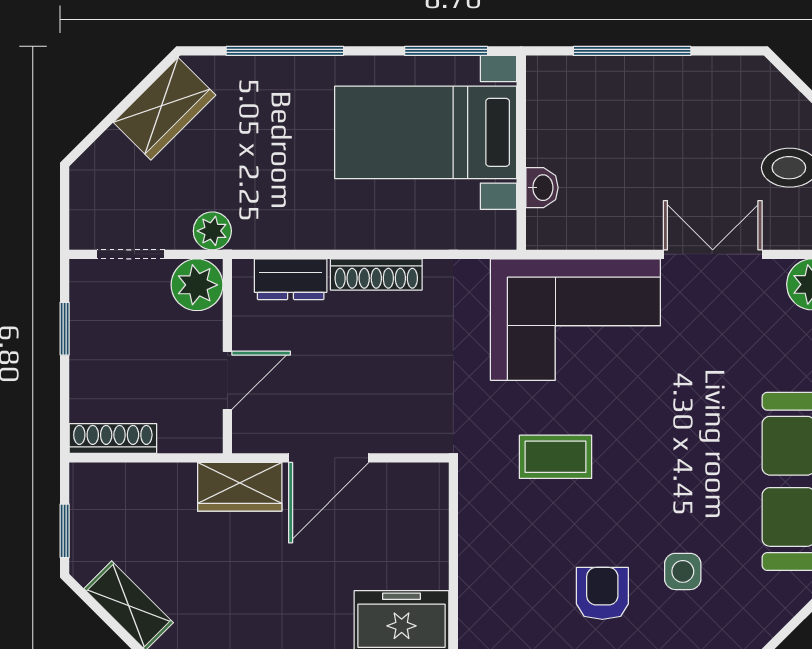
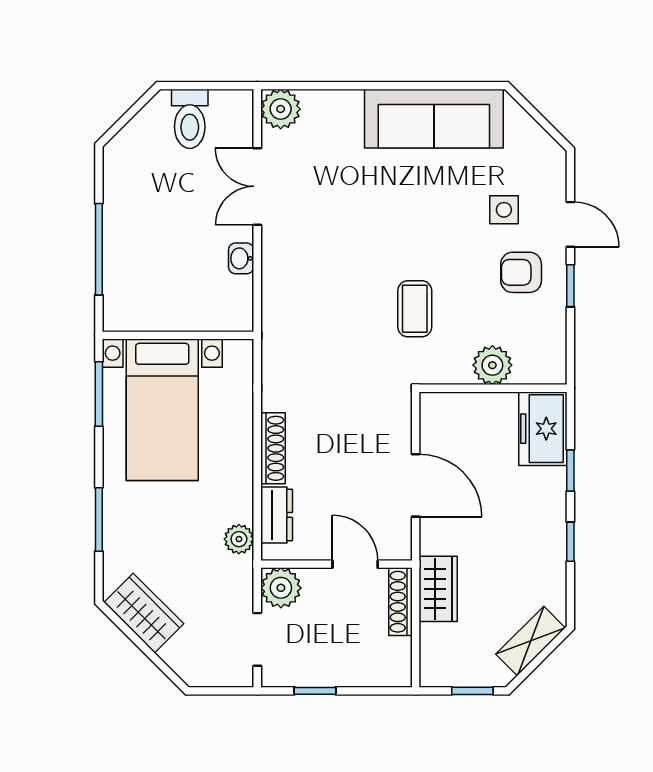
window: (285, 51) -> (99, 519), width x0.69
washbasin: (542, 188) -> (241, 258), moved, turned -90
plant: (212, 231) -> (239, 539), moved
corner sofa: (575, 320) -> (308, 293), removed
shoe rack: (113, 438) -> (400, 602), moved
wardrobe: (240, 487) -> (438, 589), moved
plant: (483, 557) -> (492, 365), added

